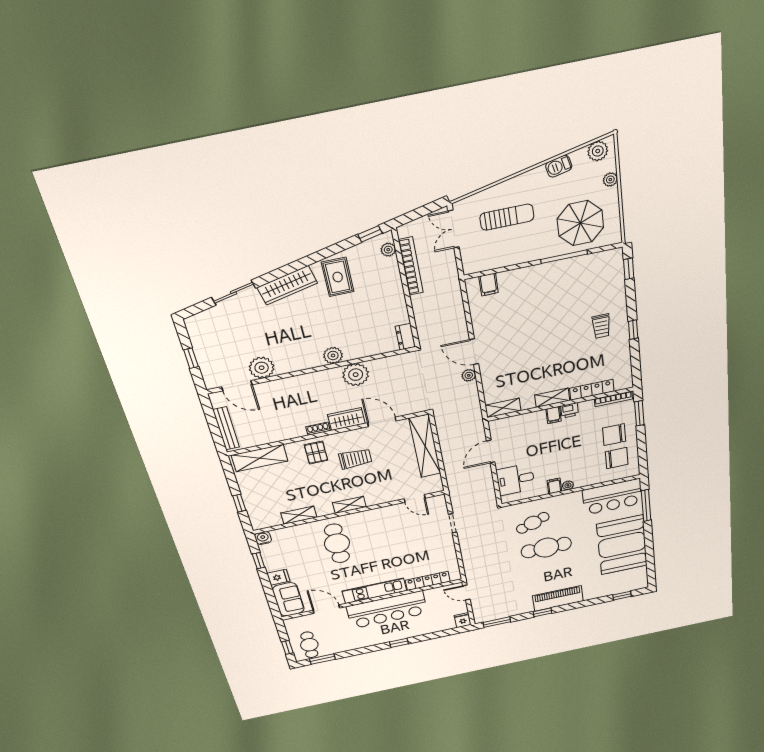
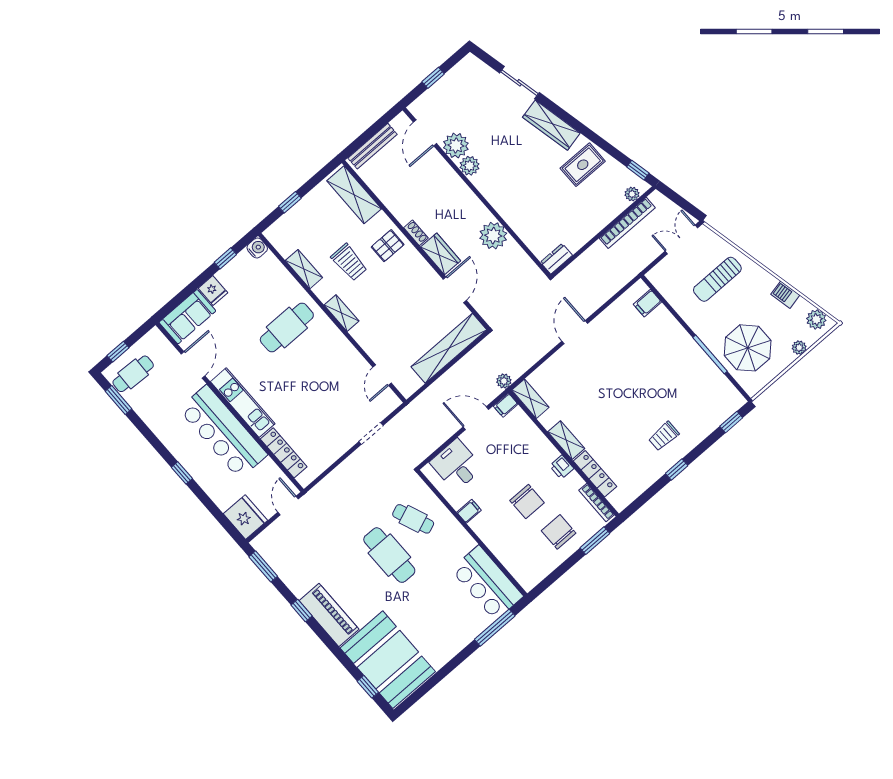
sun lounger: (507, 217) -> (717, 279), turned 90
plant: (333, 355) -> (470, 166), moved
plant: (469, 375) -> (504, 381), moved
filing cabinet: (553, 415) -> (506, 405), moved
chair: (617, 458) -> (527, 502), moved
trolley: (355, 459) -> (349, 262), moved
plant: (568, 485) -> (477, 525), removed
booth: (622, 545) -> (388, 660), moved, turned 90
fridge: (463, 620) -> (245, 517), width x1.88, depth x1.34

